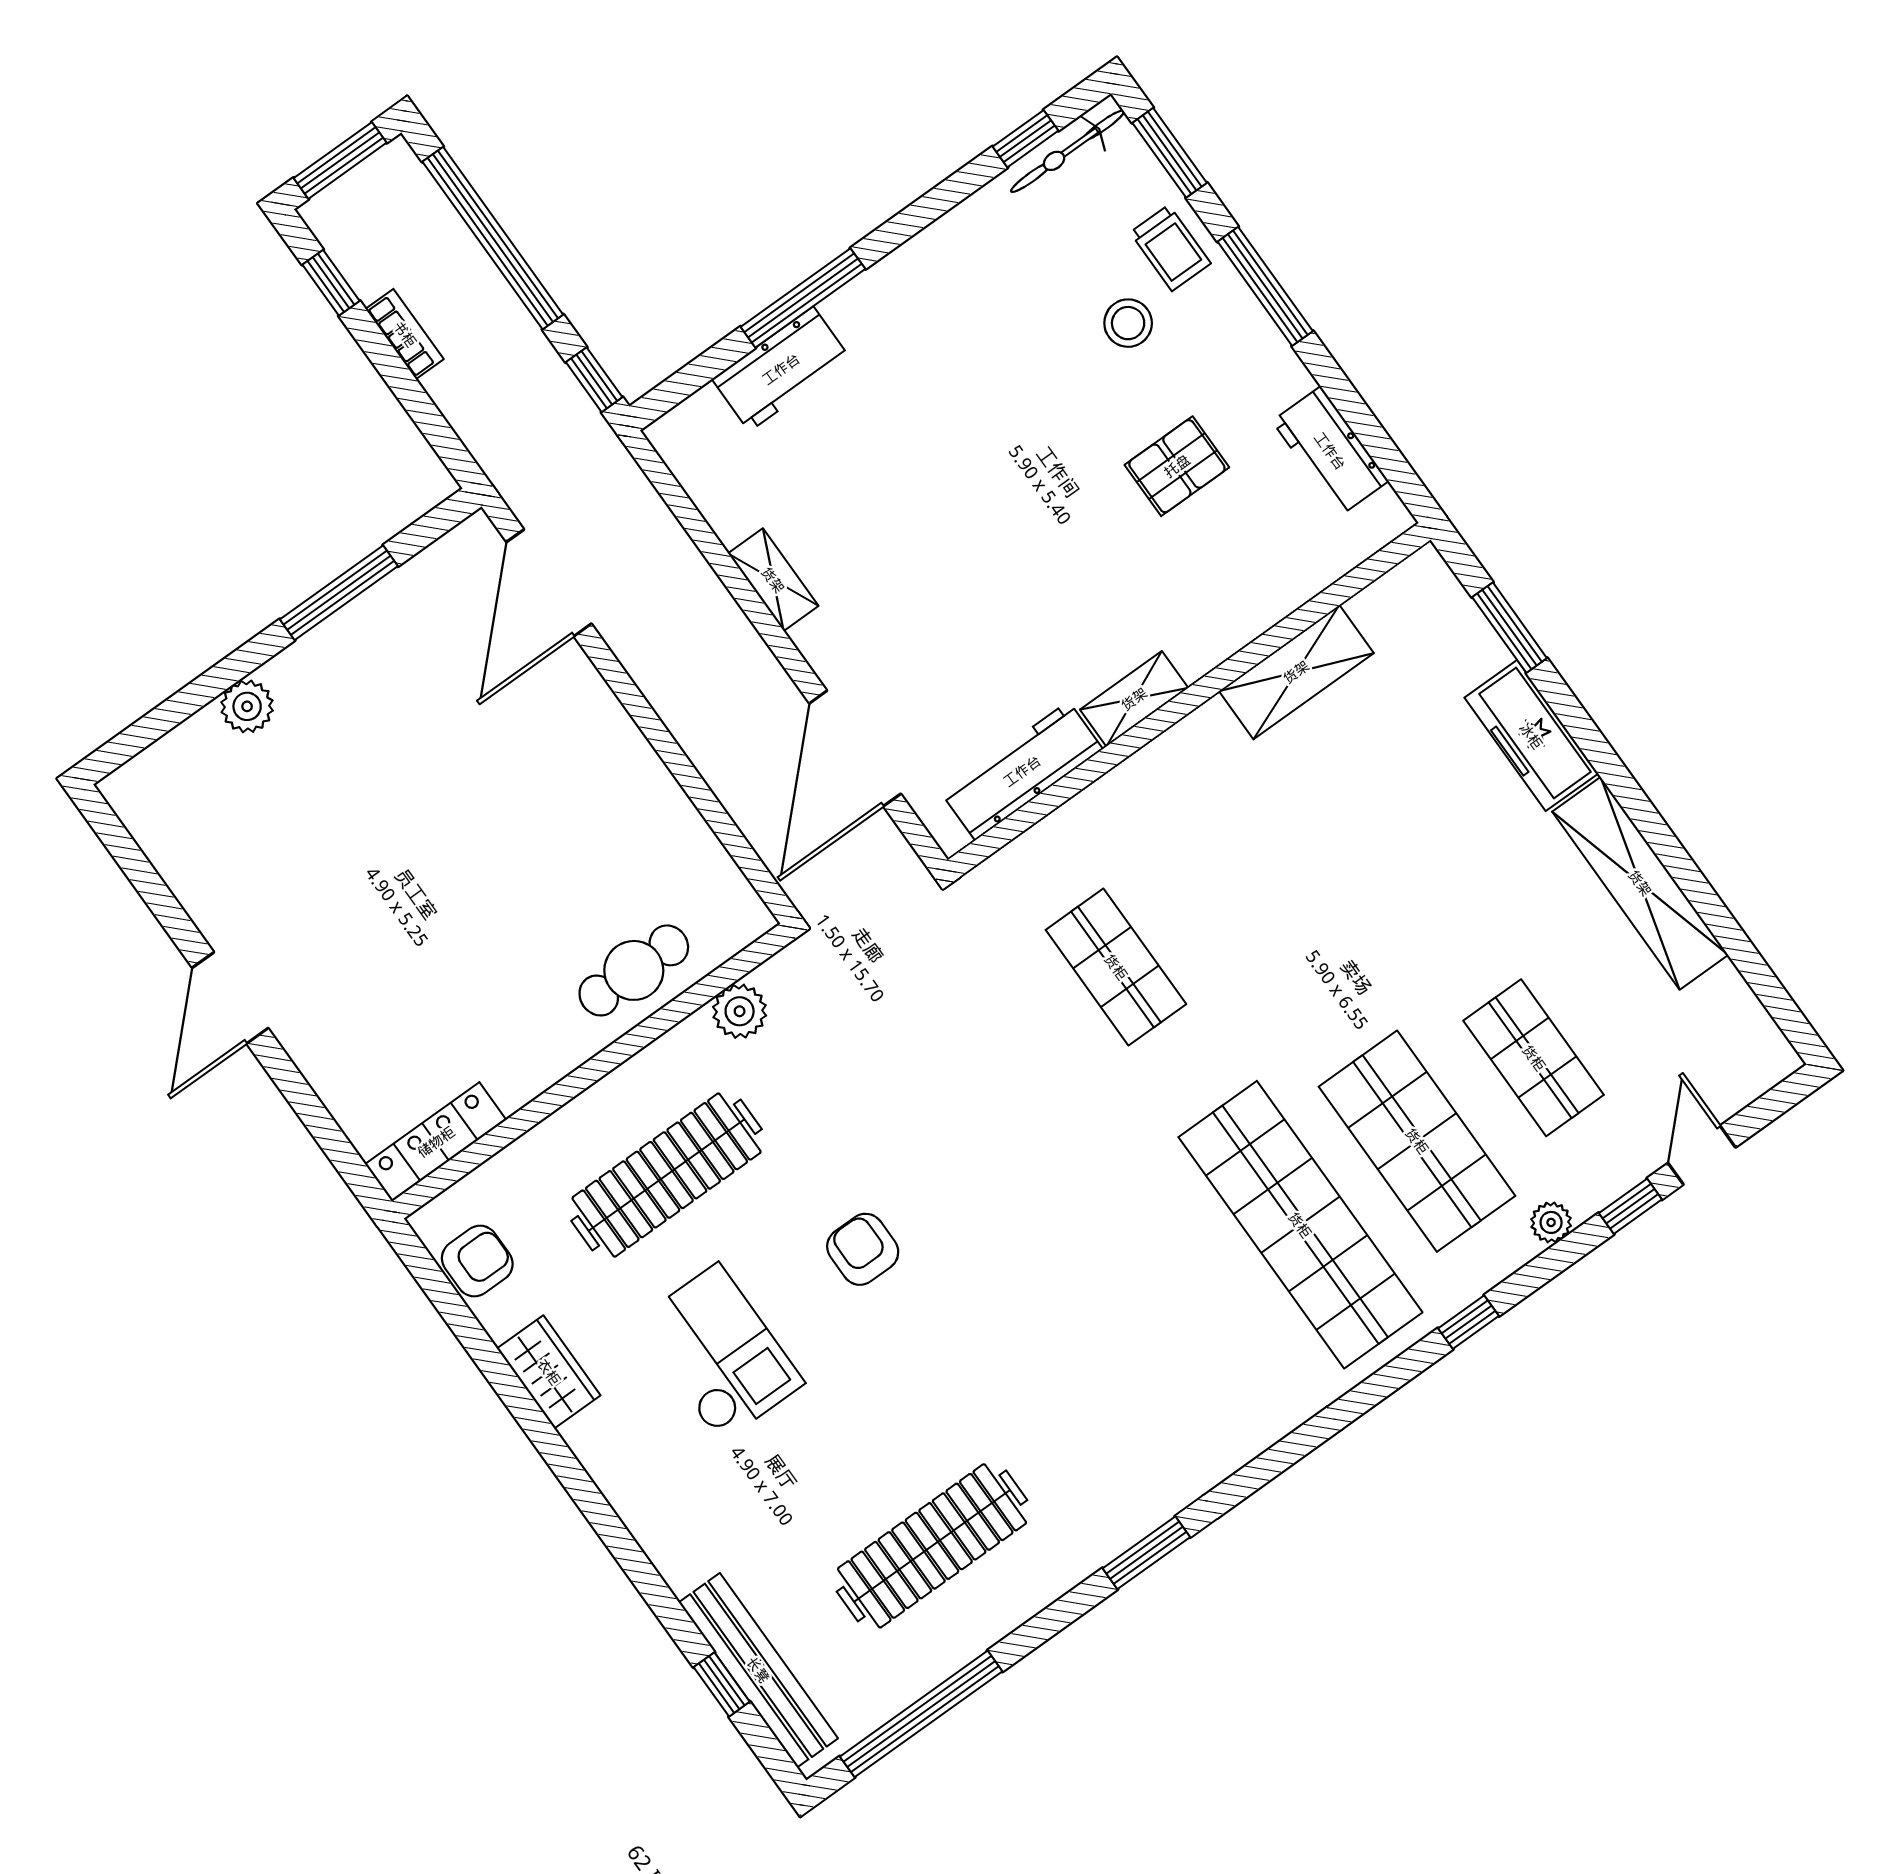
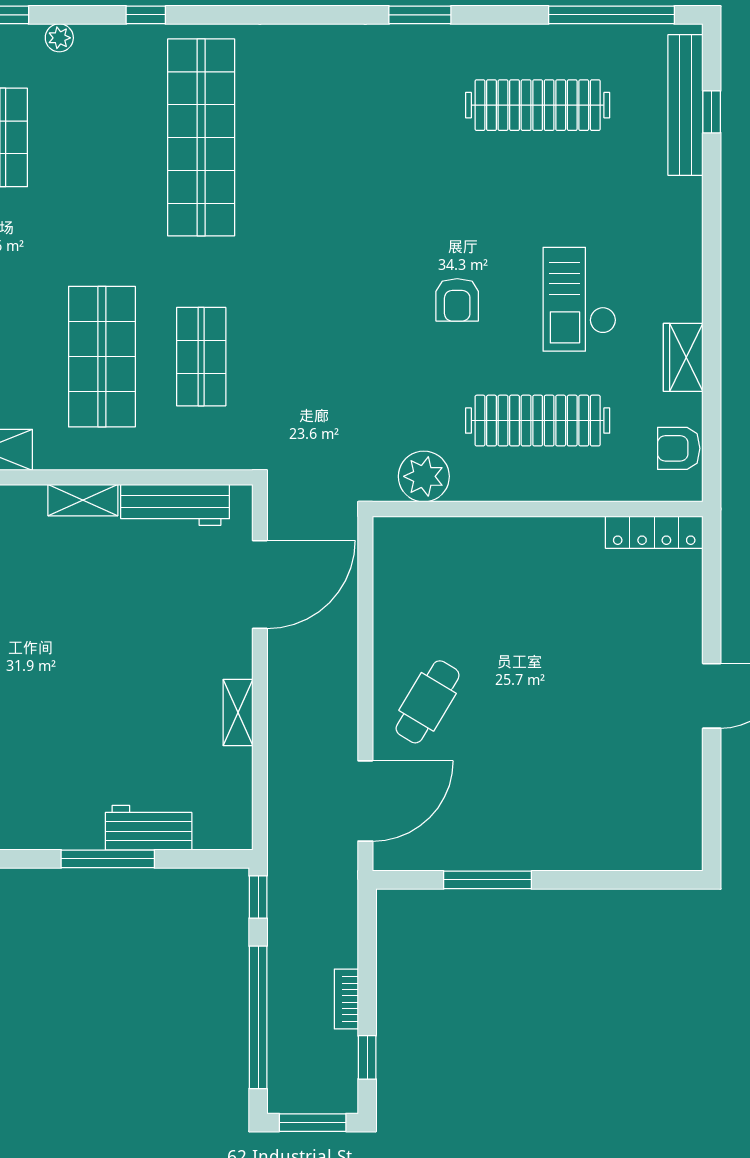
plant: (247, 706) -> (585, 853), removed
cafe table: (634, 970) -> (428, 702), moved, turned -59
plant: (740, 1011) -> (424, 476), width x1.36, depth x1.36
shop shelf: (1417, 1141) -> (102, 357), moved

